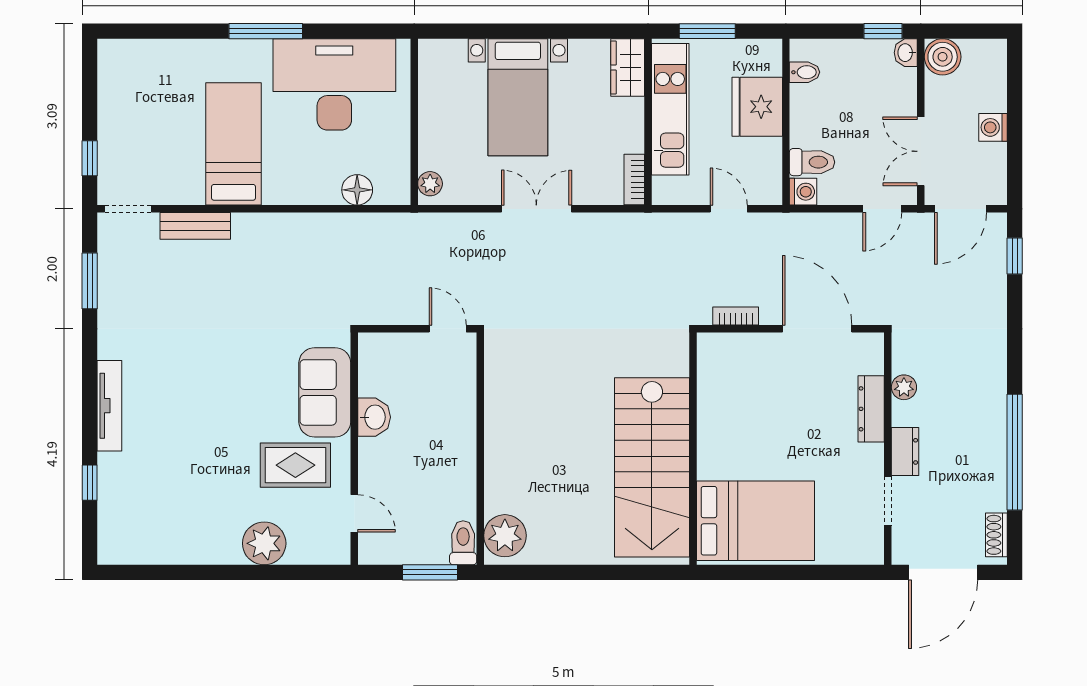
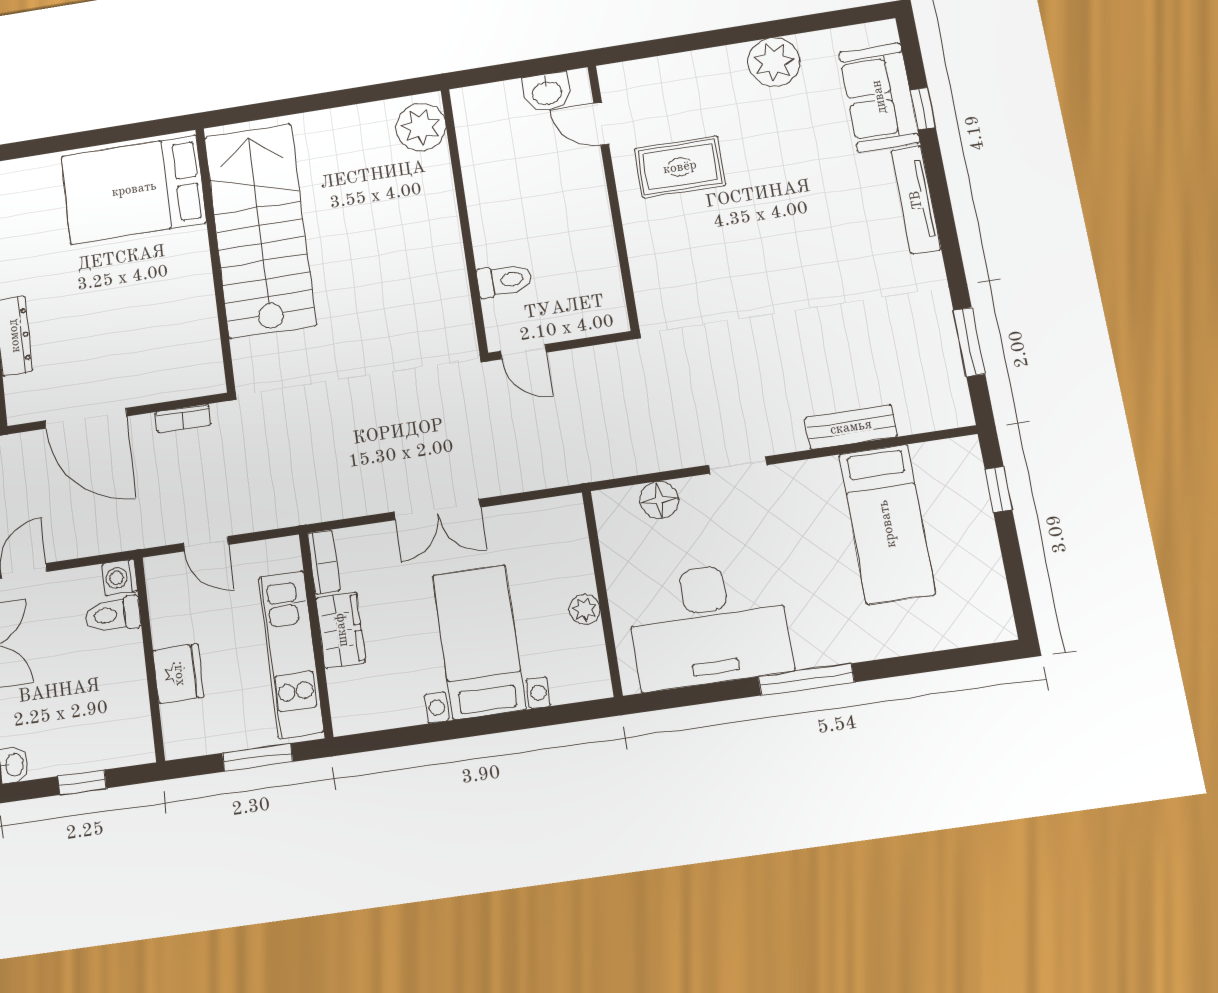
window: (883, 31) -> (82, 782), moved
wardrobe: (628, 68) -> (341, 630), moved
bidet: (805, 72) -> (133, 723), removed
fridge: (757, 107) -> (178, 674), width x0.73, depth x0.75
bed: (234, 144) -> (887, 524), moved
plant: (430, 184) -> (585, 609), moved
doorway: (128, 209) -> (738, 465), moved
sofa: (325, 392) -> (879, 97), moved, turned 180
washbasin: (374, 417) -> (547, 92), moved, turned -90
plant: (264, 543) -> (774, 62), moved
toilet: (463, 543) -> (504, 280), moved, turned -90
window: (430, 572) -> (502, 72), removed

